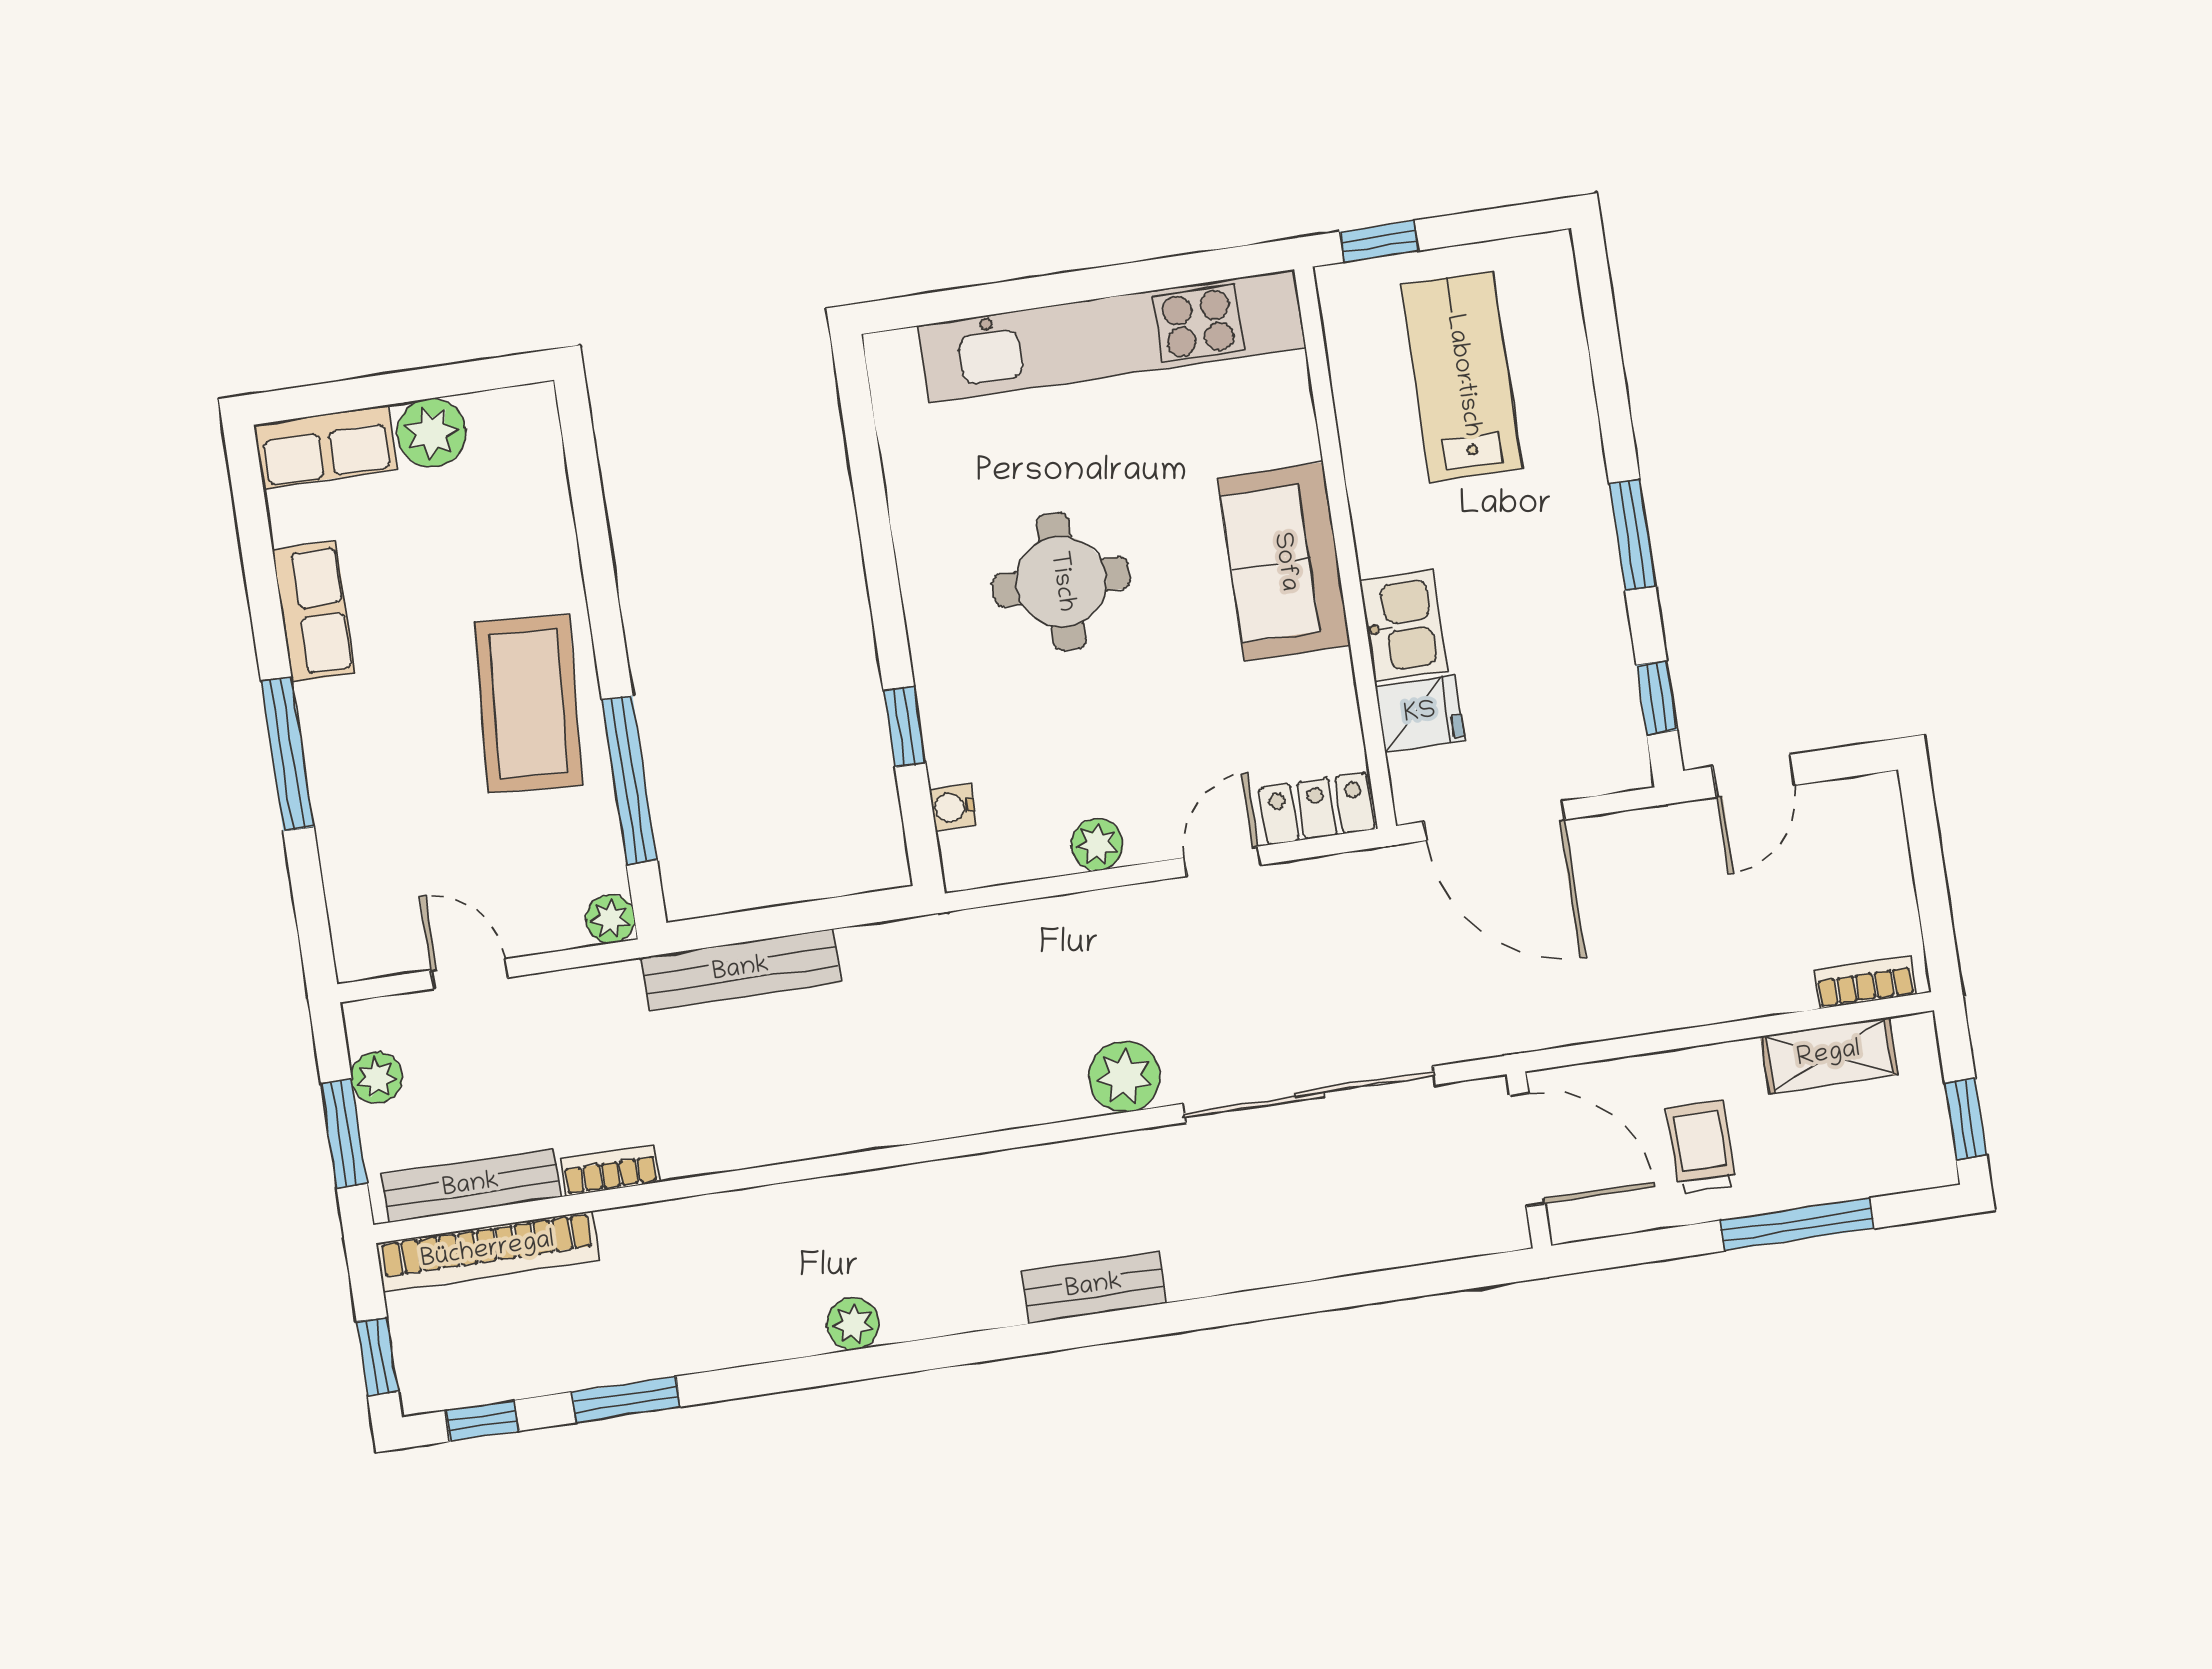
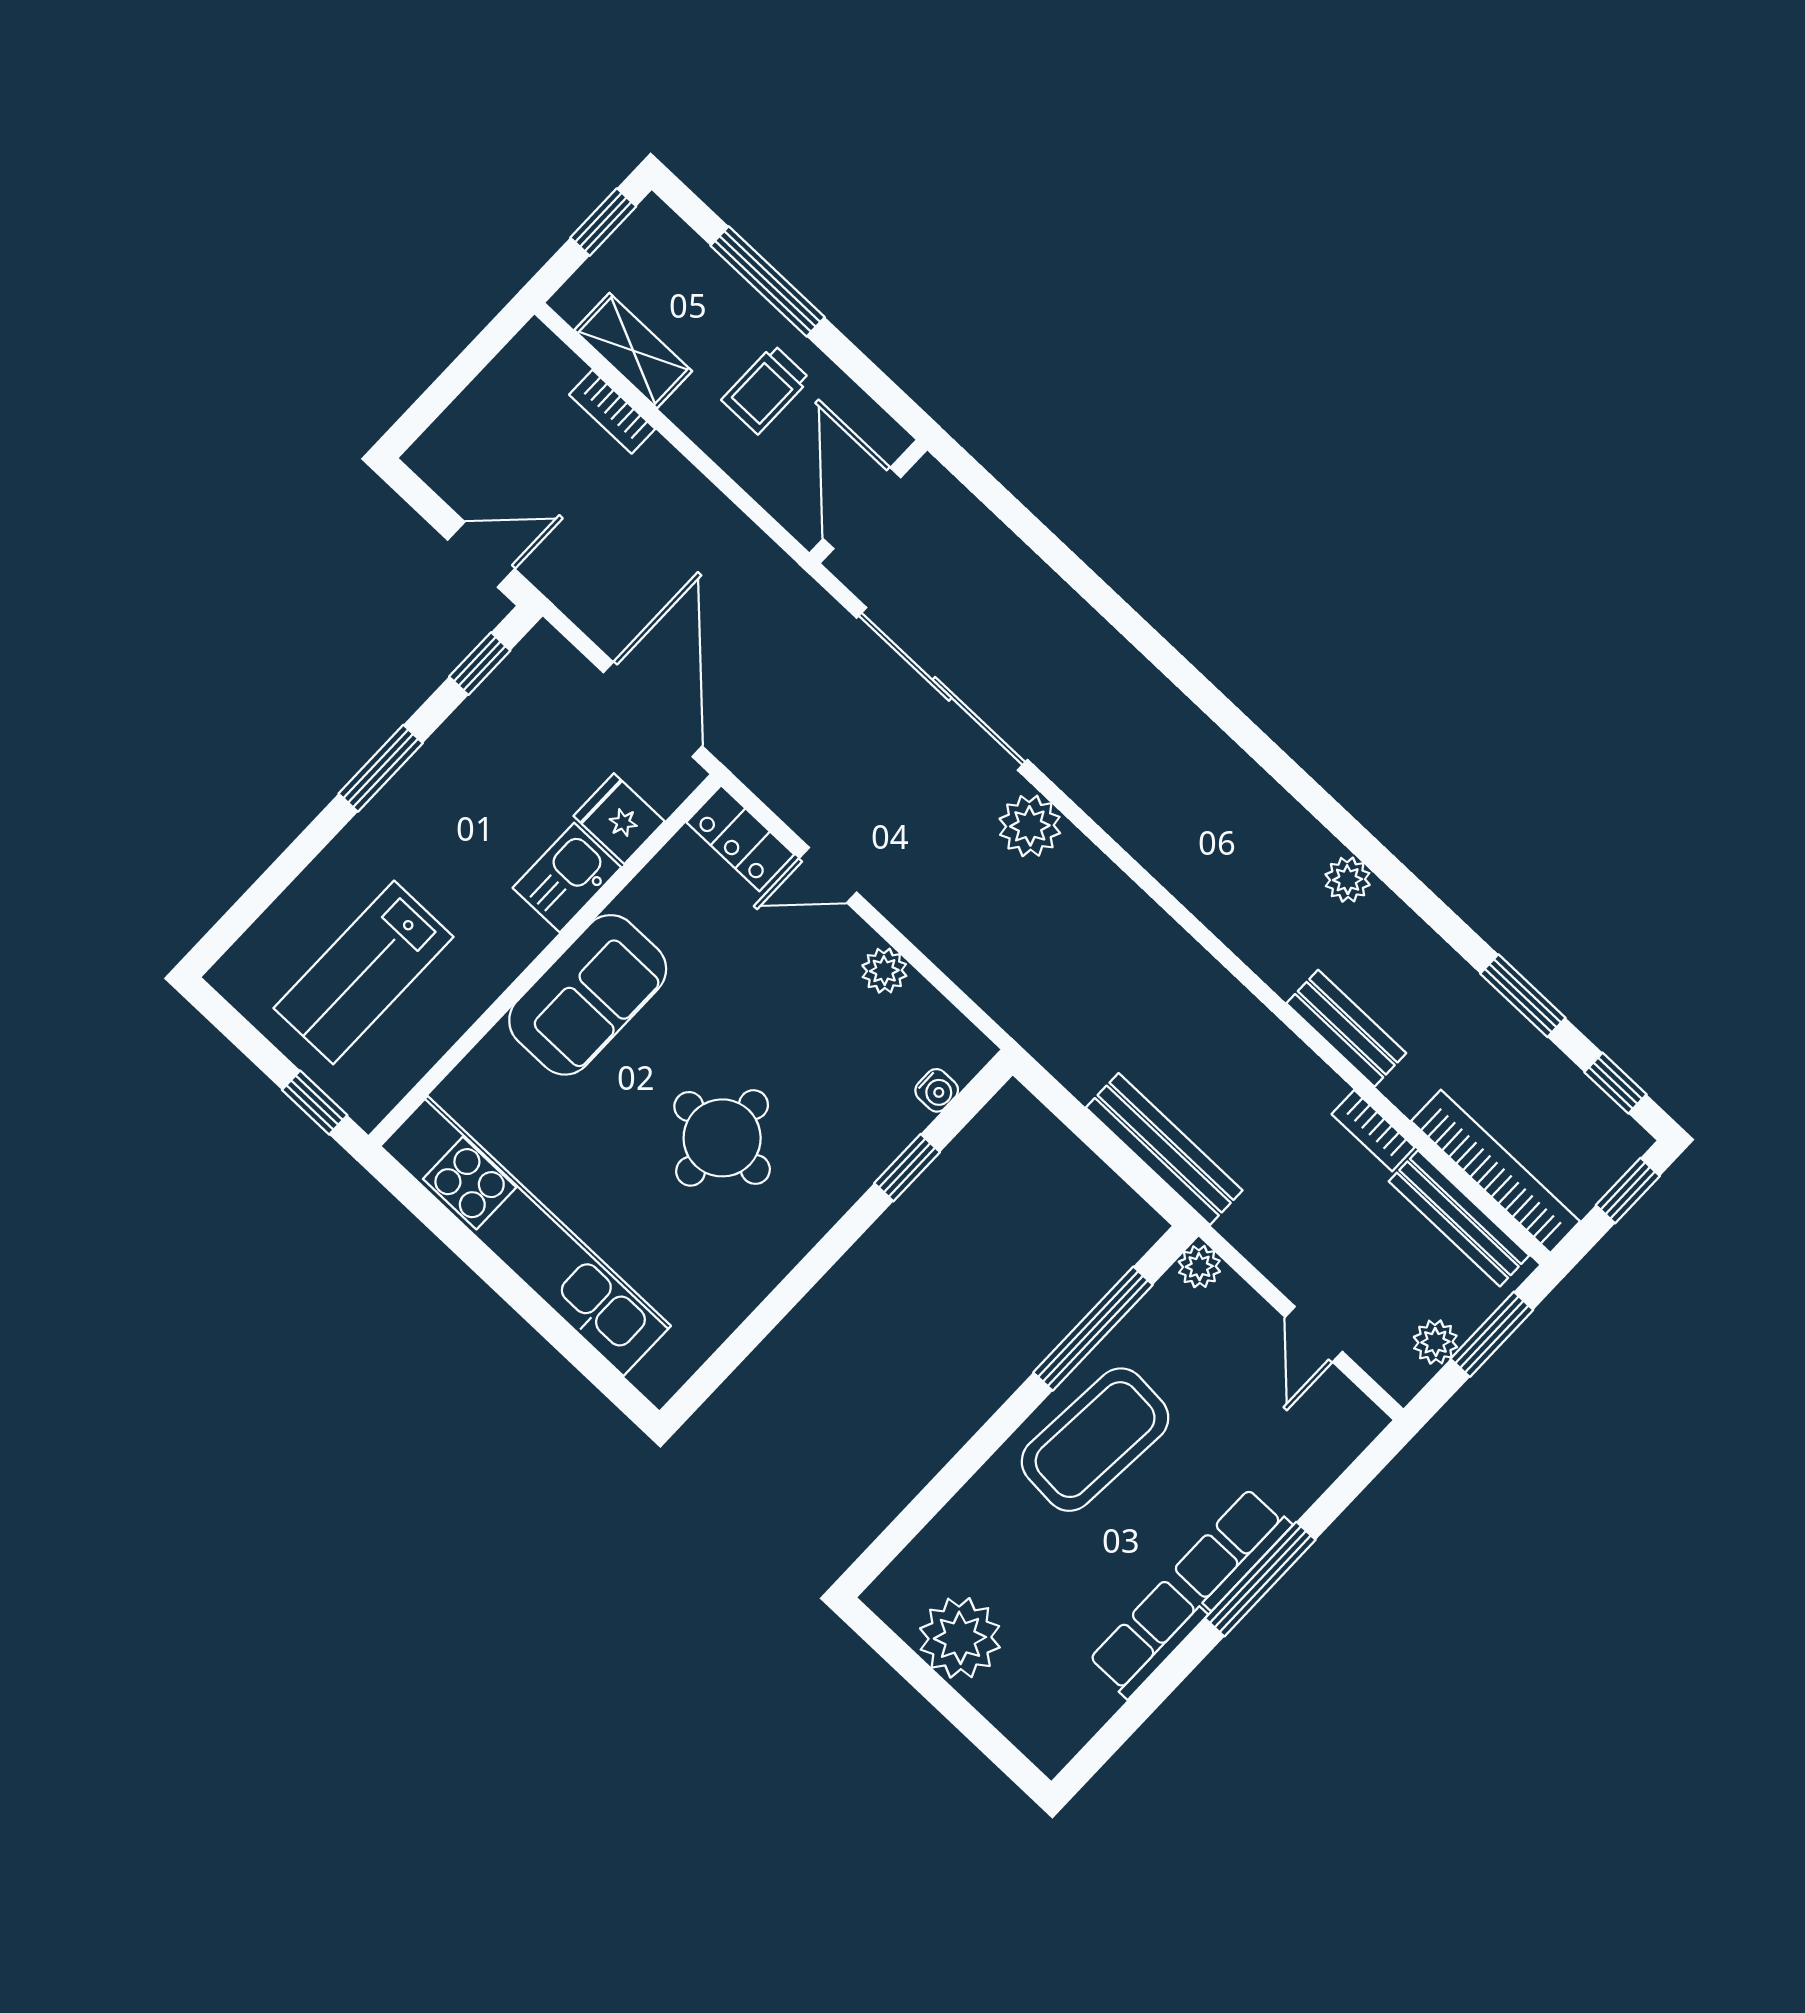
plant: (432, 433) -> (960, 1638), width x1.36, depth x1.36
row of seats: (325, 447) -> (1232, 1549), moved, turned -90
bookcase: (1865, 982) -> (612, 412), moved
bench: (1094, 1287) -> (1346, 1028), moved

